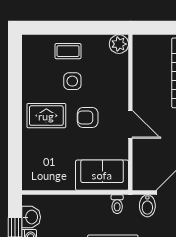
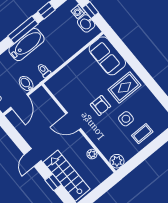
plant: (139, 73) -> (92, 154), added
armchair: (88, 117) -> (100, 105), turned 90
sofa: (102, 175) -> (107, 56), moved, turned 90

